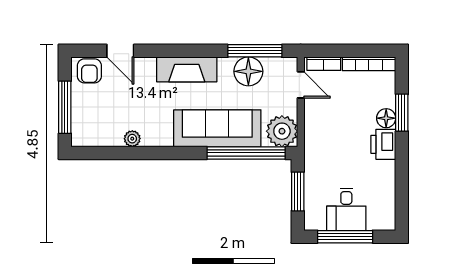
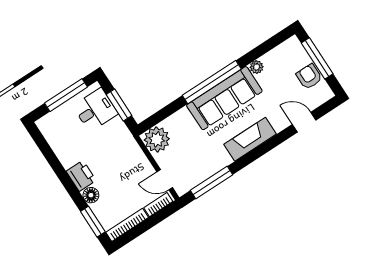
armchair: (89, 71) -> (309, 77), moved
floor lamp: (248, 71) -> (207, 166), removed
window: (402, 113) -> (93, 222), moved
sofa: (217, 128) -> (224, 98), moved
window: (246, 153) -> (212, 82), moved
desk: (346, 209) -> (95, 110), moved, turned 90

